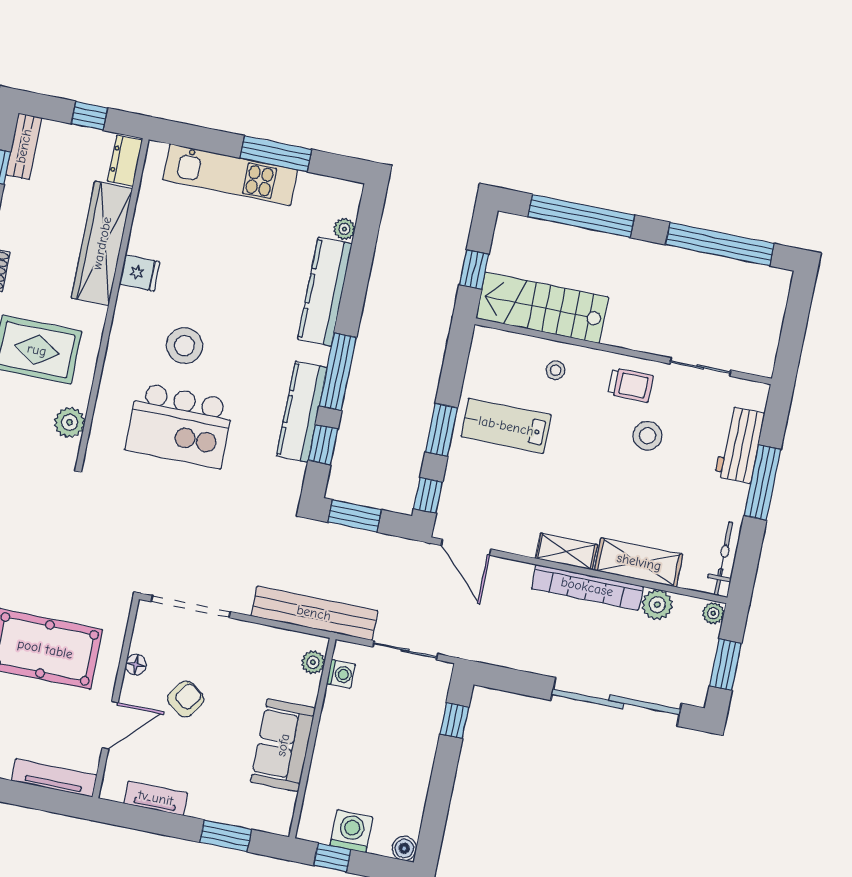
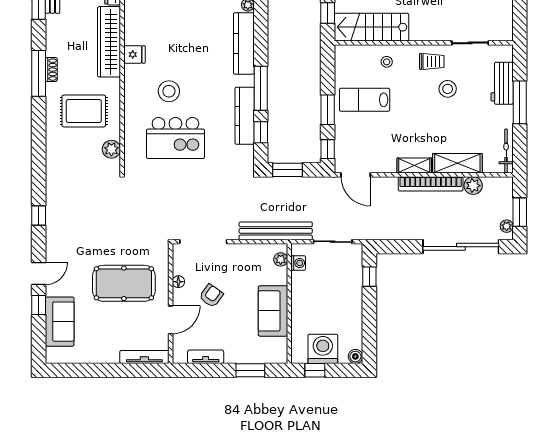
plant: (713, 613) -> (507, 226), moved
washing machine: (351, 831) -> (323, 349), width x1.37, depth x1.37

